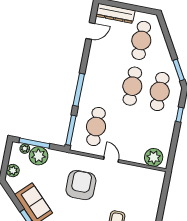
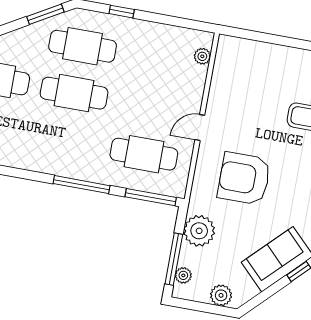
plant: (39, 156) -> (199, 231), moved
plant: (154, 157) -> (202, 56), width x0.53, depth x0.53

